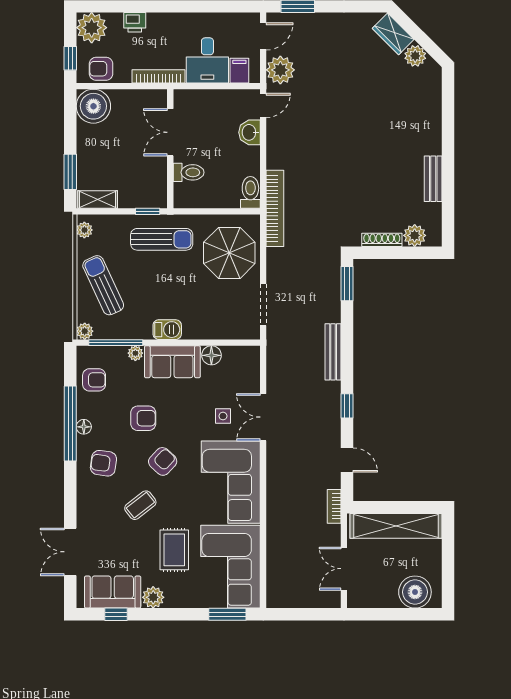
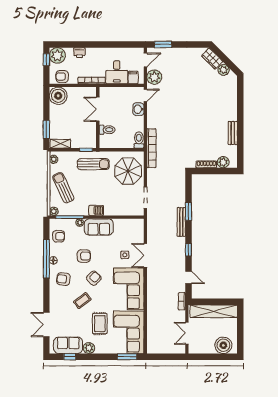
window: (70, 58) -> (46, 60), moved
window: (347, 284) -> (188, 211), moved
floor lamp: (211, 355) -> (119, 224), removed

